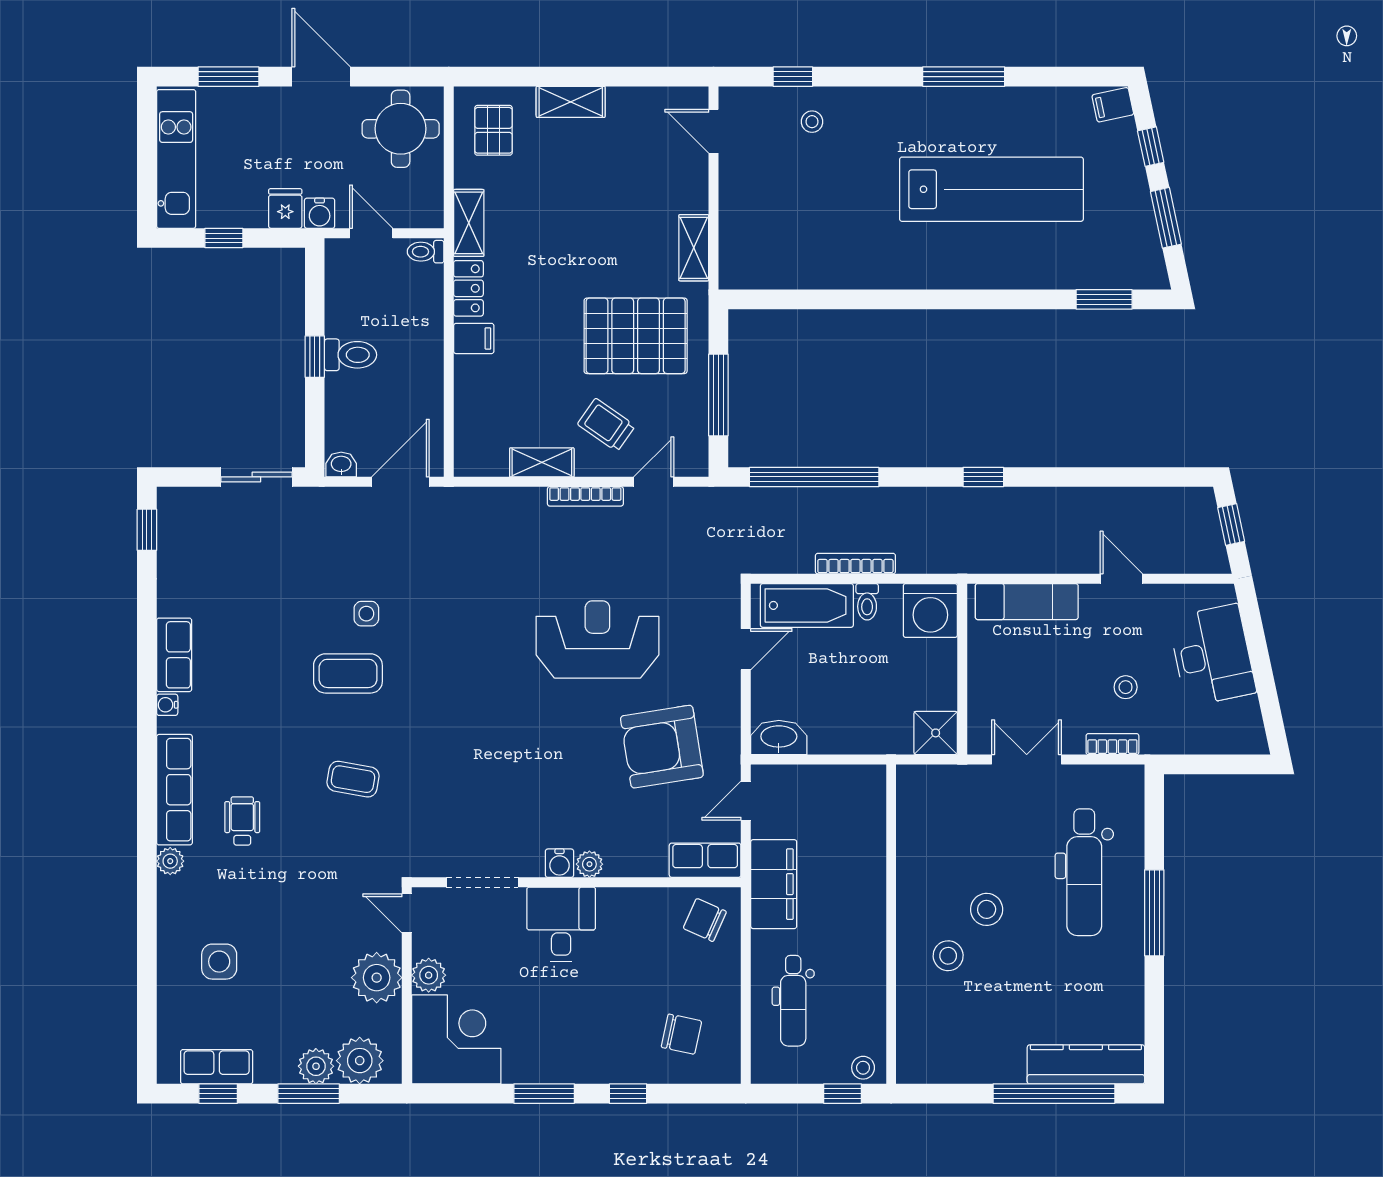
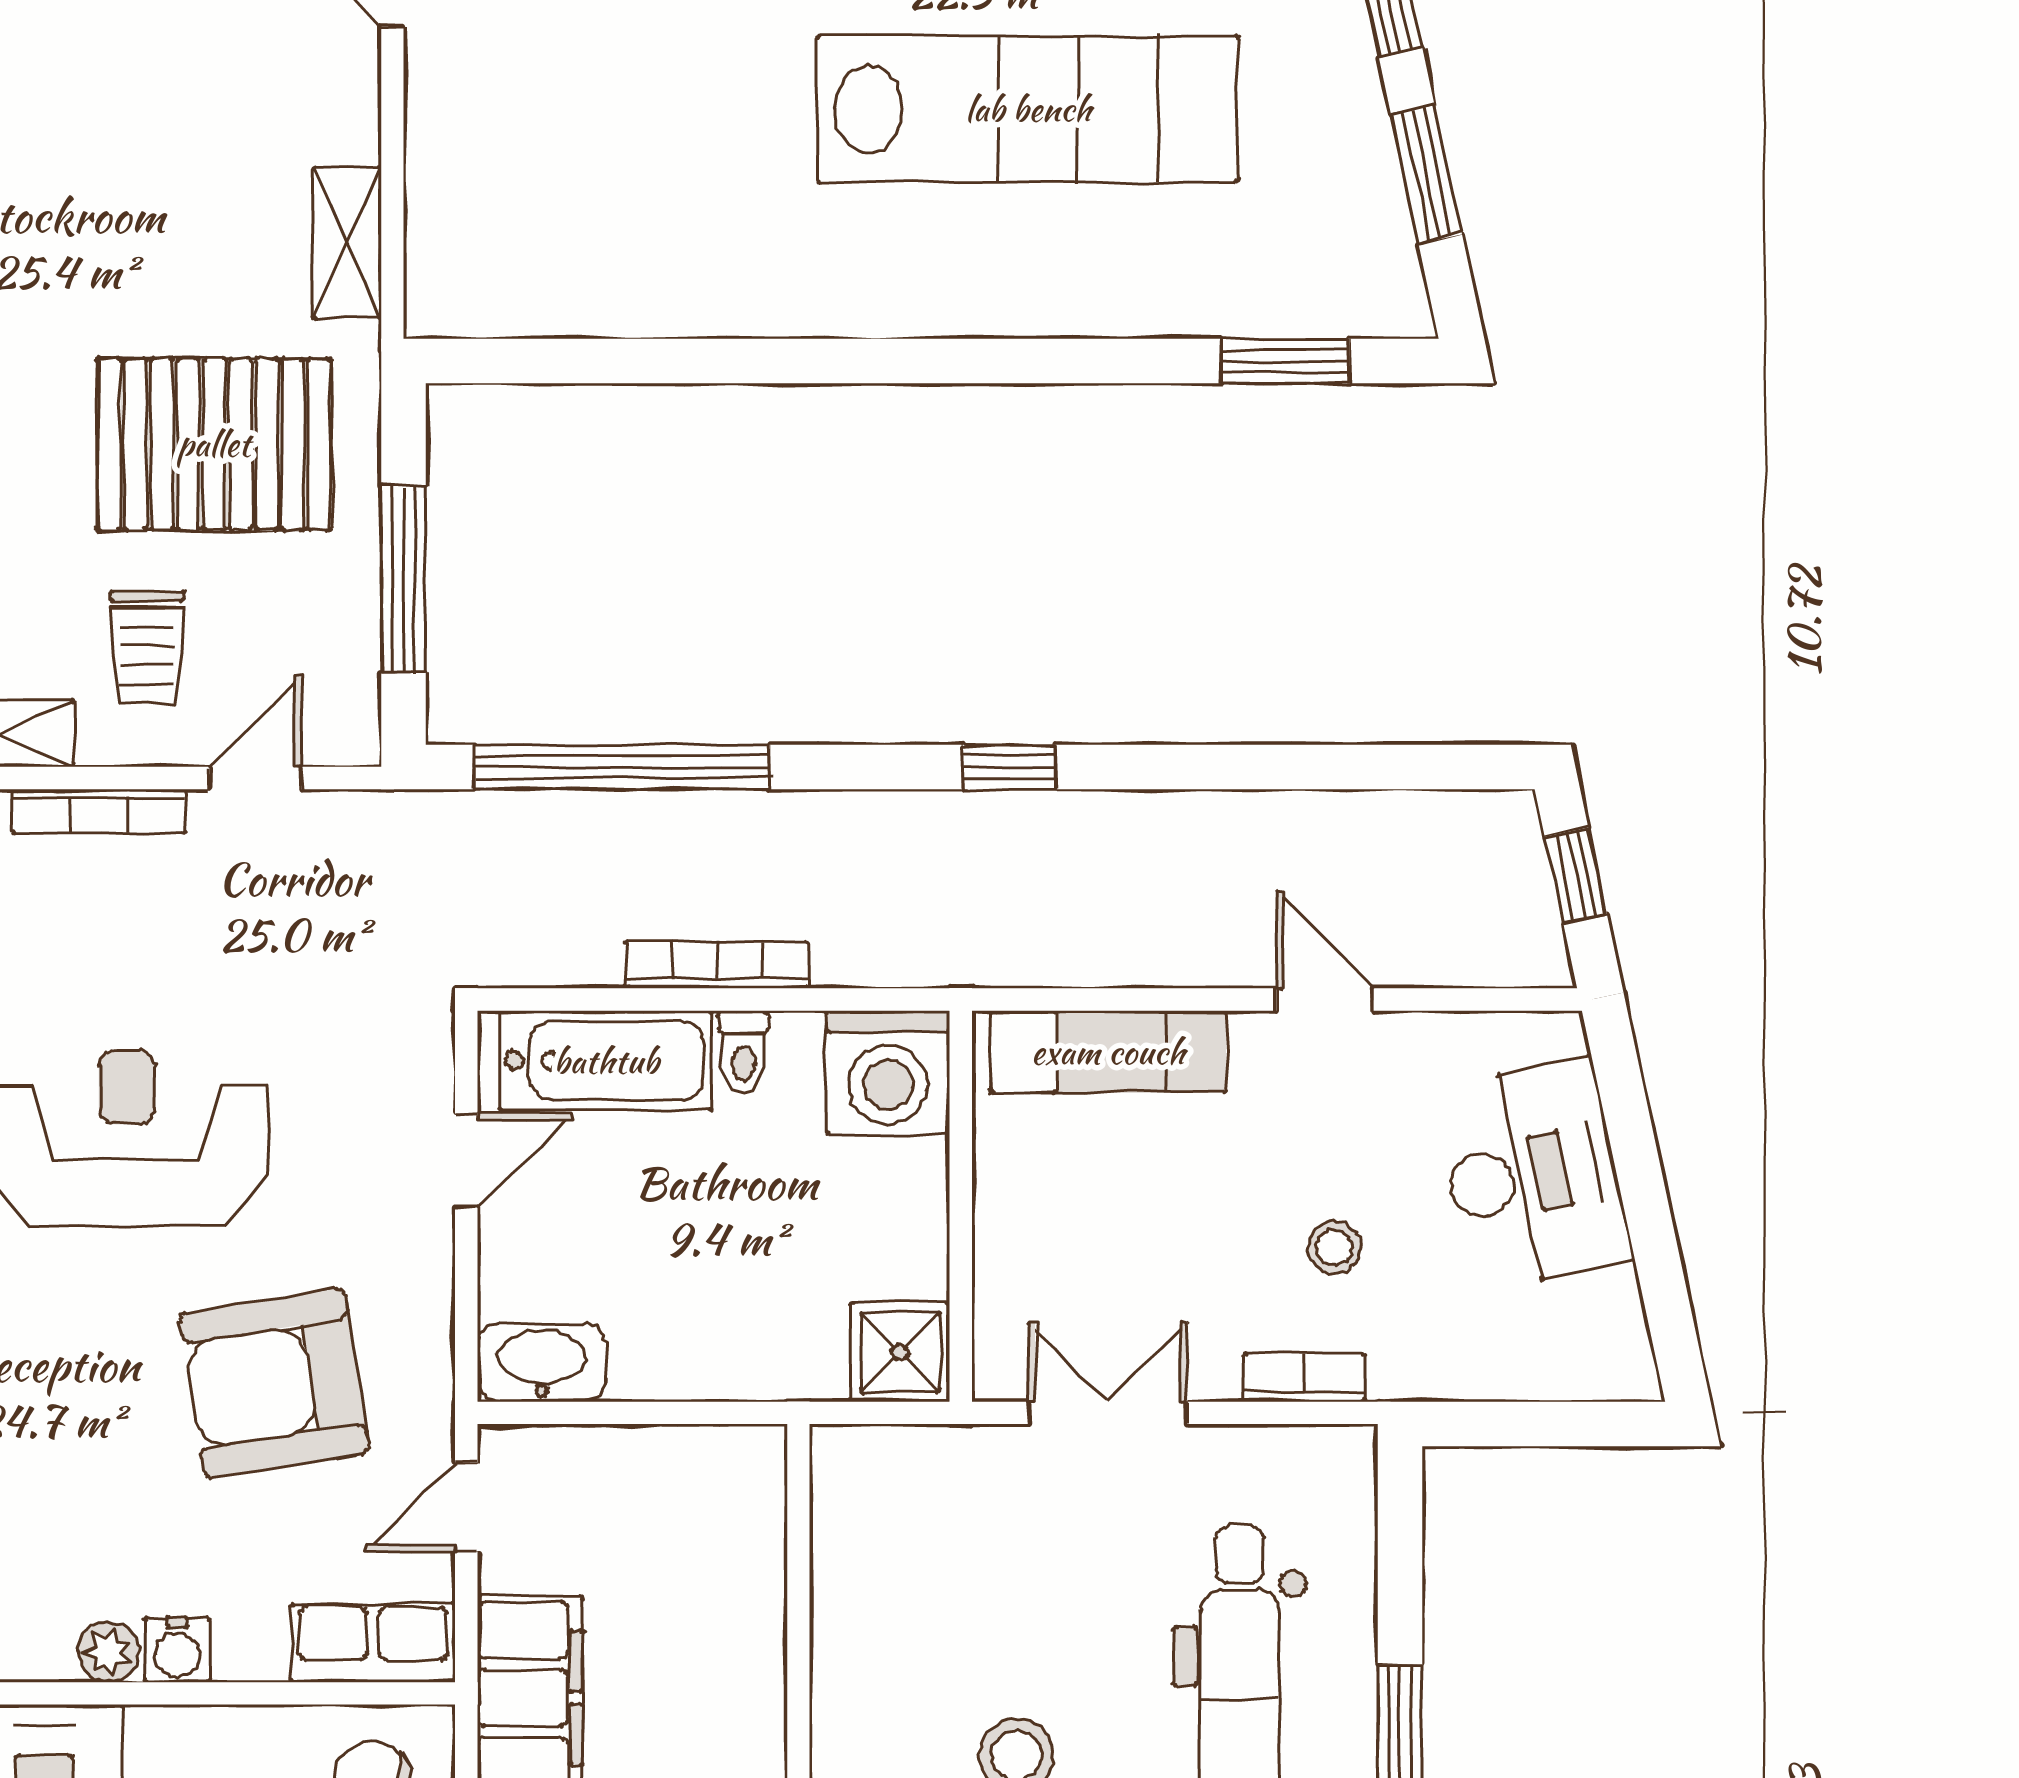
trolley: (606, 425) -> (147, 648), turned -125
water cooler: (559, 863) -> (177, 1650), moved

